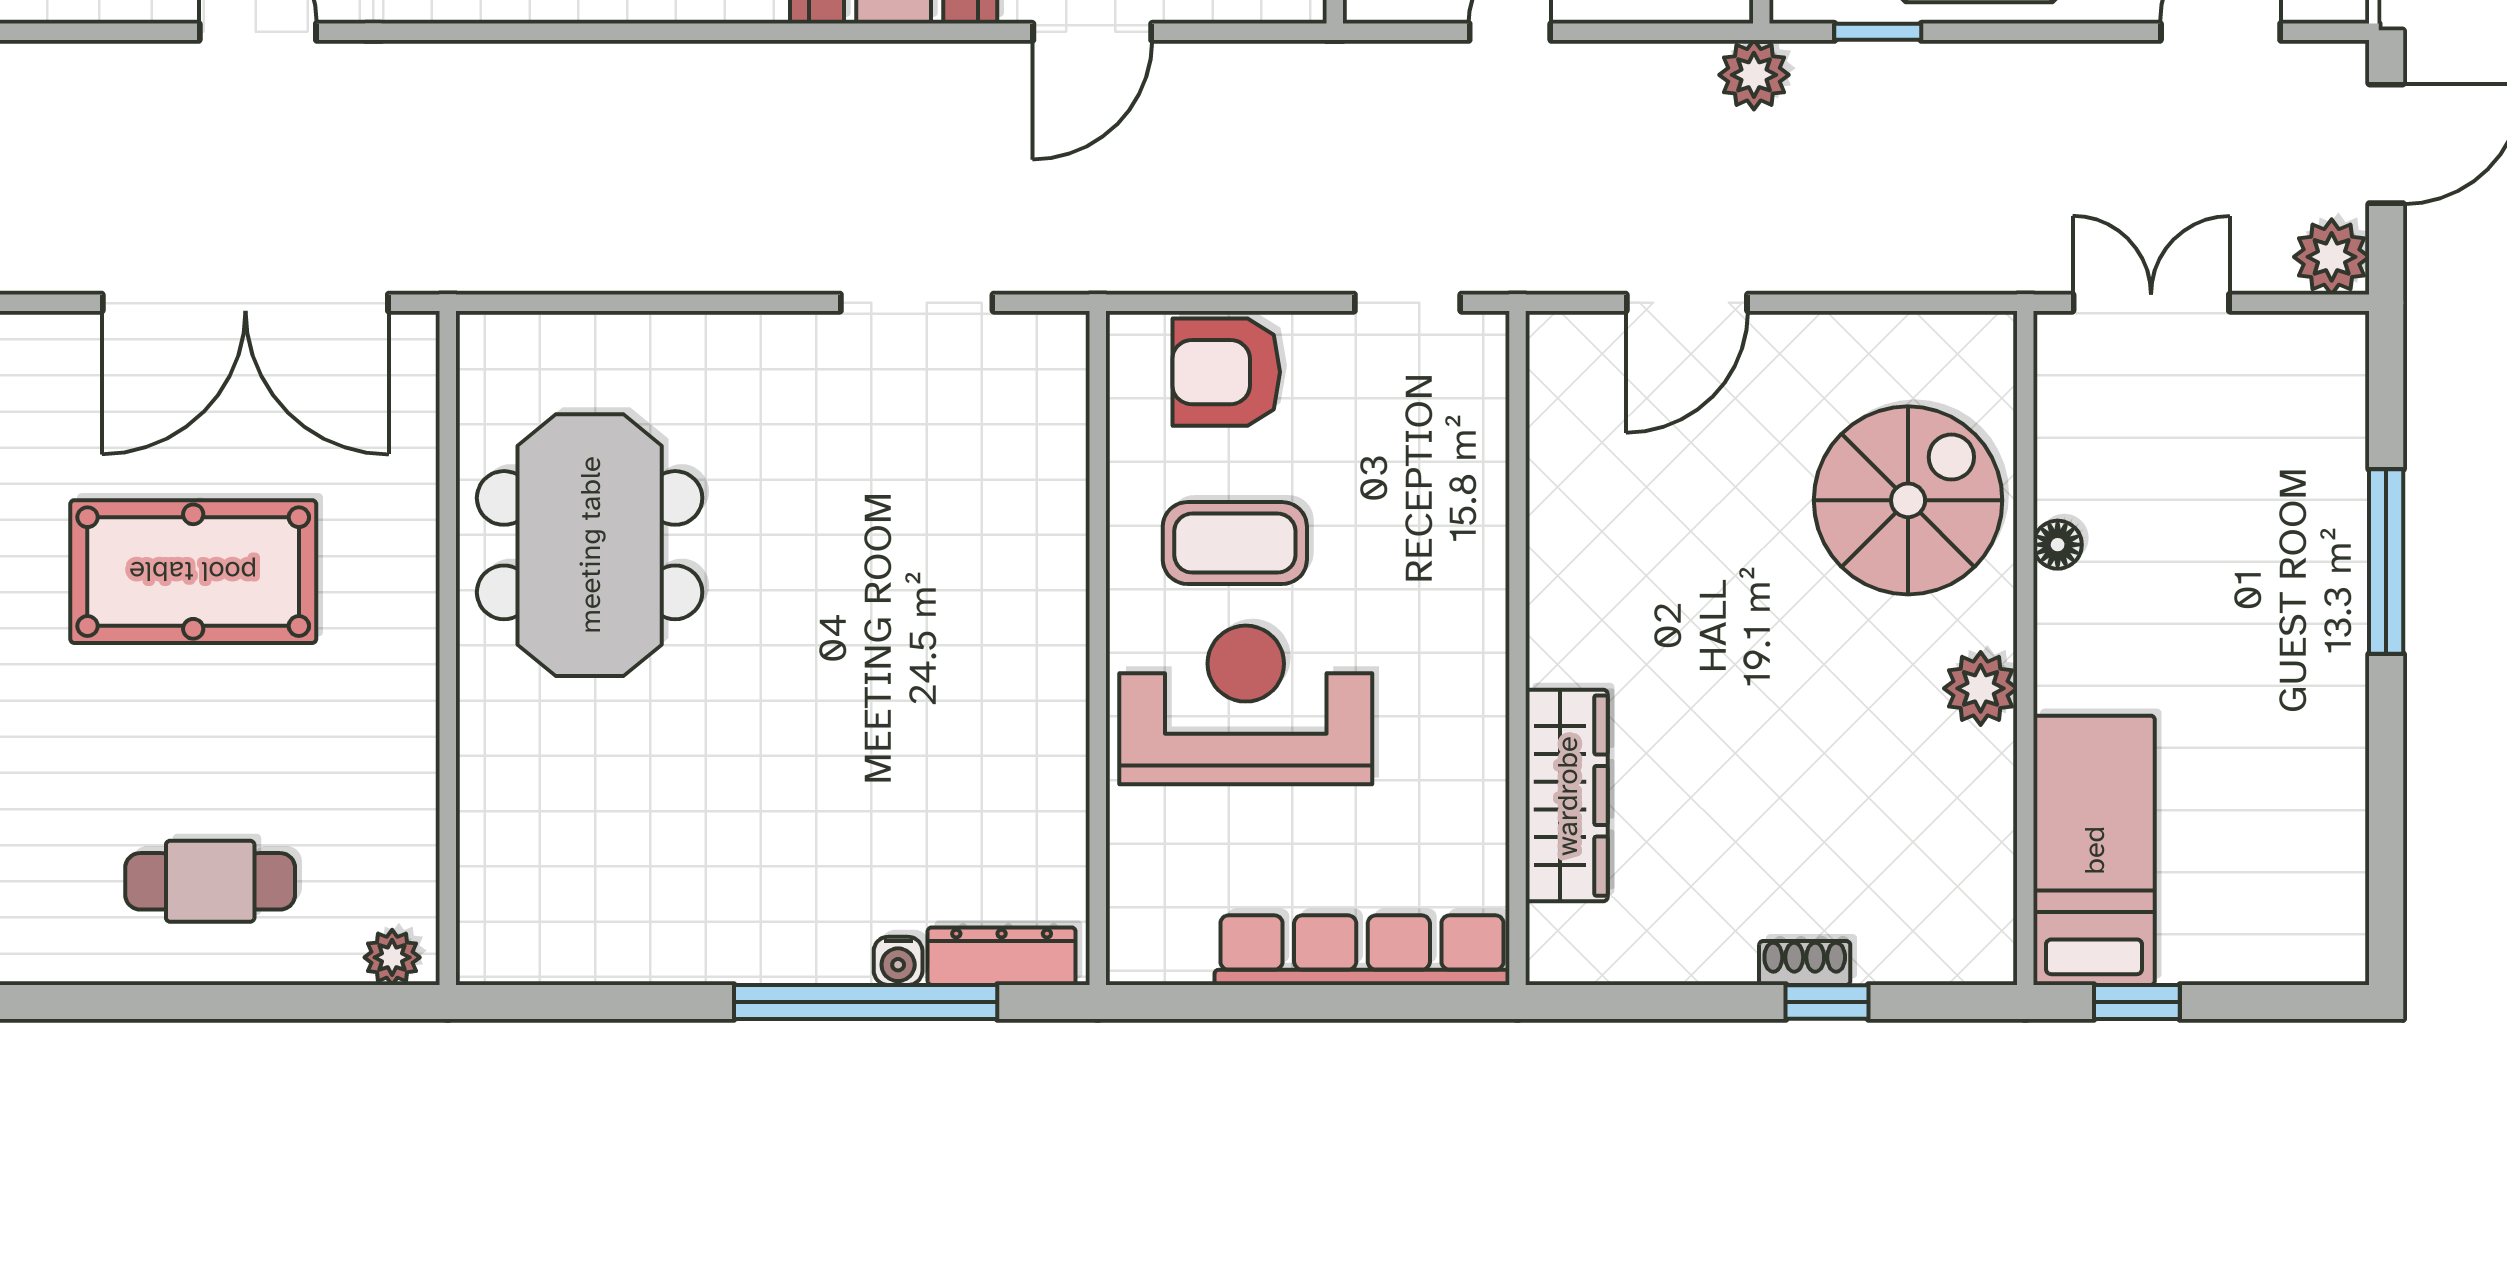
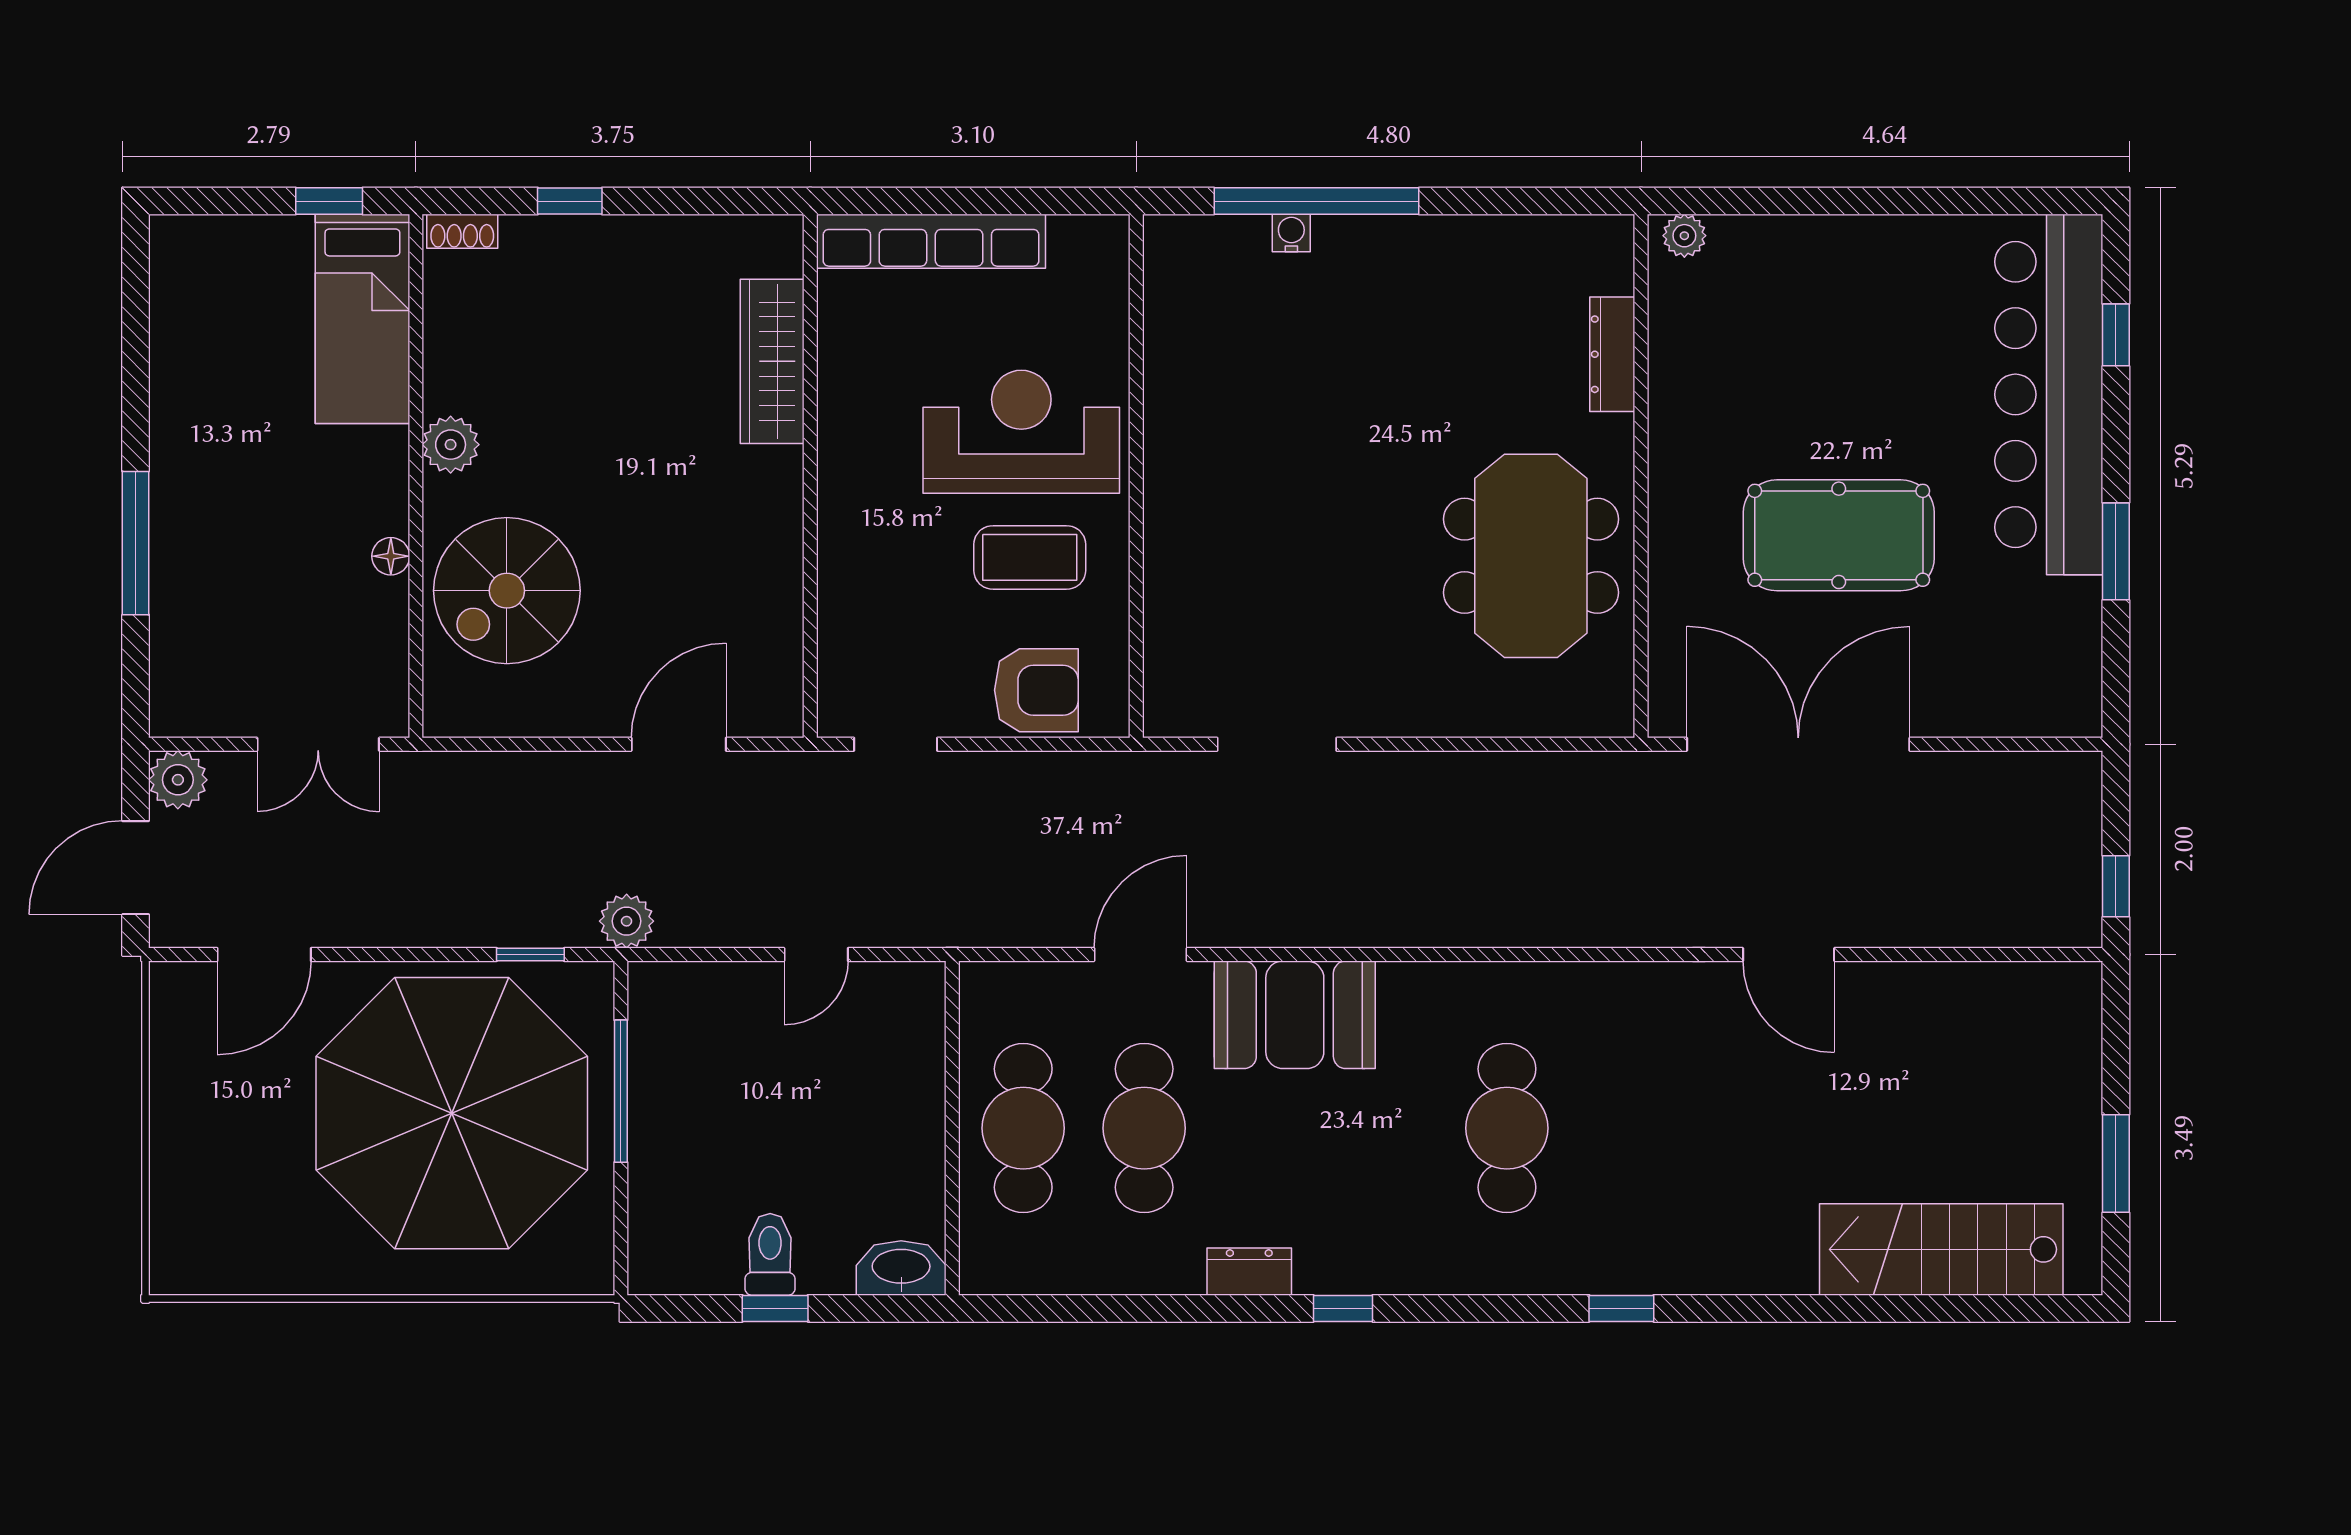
reception desk: (1246, 705) -> (1021, 432), turned 180
cafe table: (210, 881) -> (1826, 295), removed
dresser: (1002, 956) -> (1612, 354), moved, turned 90
shoe rack: (1805, 963) -> (462, 231), moved

